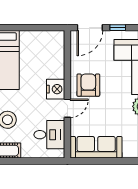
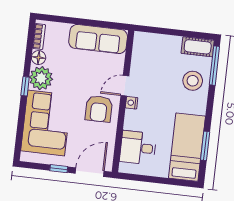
nightstand: (56, 89) -> (132, 103), width x0.53, depth x0.56
desk: (49, 135) -> (138, 148), moved

